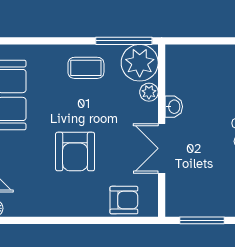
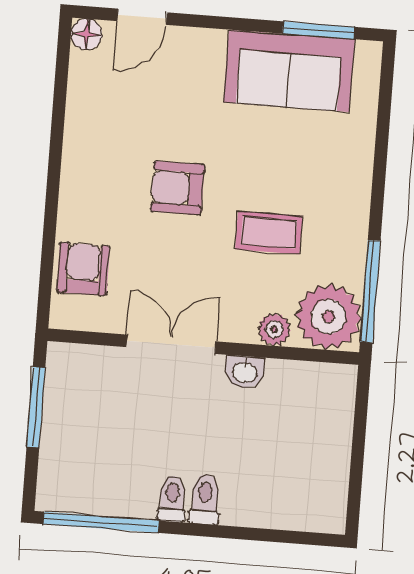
coffee table: (86, 68) -> (269, 233), moved, turned 90
armchair: (75, 152) -> (178, 188), width x0.72, depth x0.72
armchair: (124, 200) -> (83, 269), turned 180

